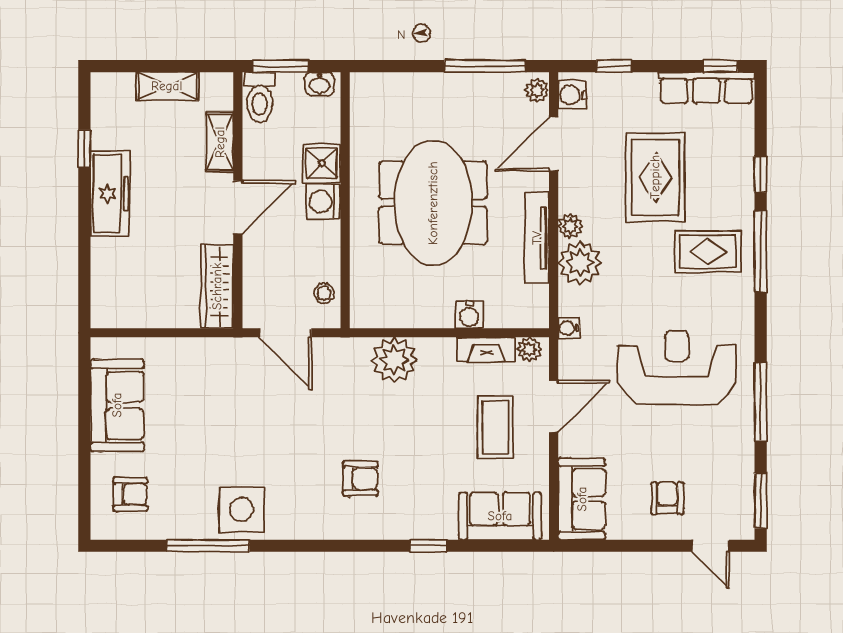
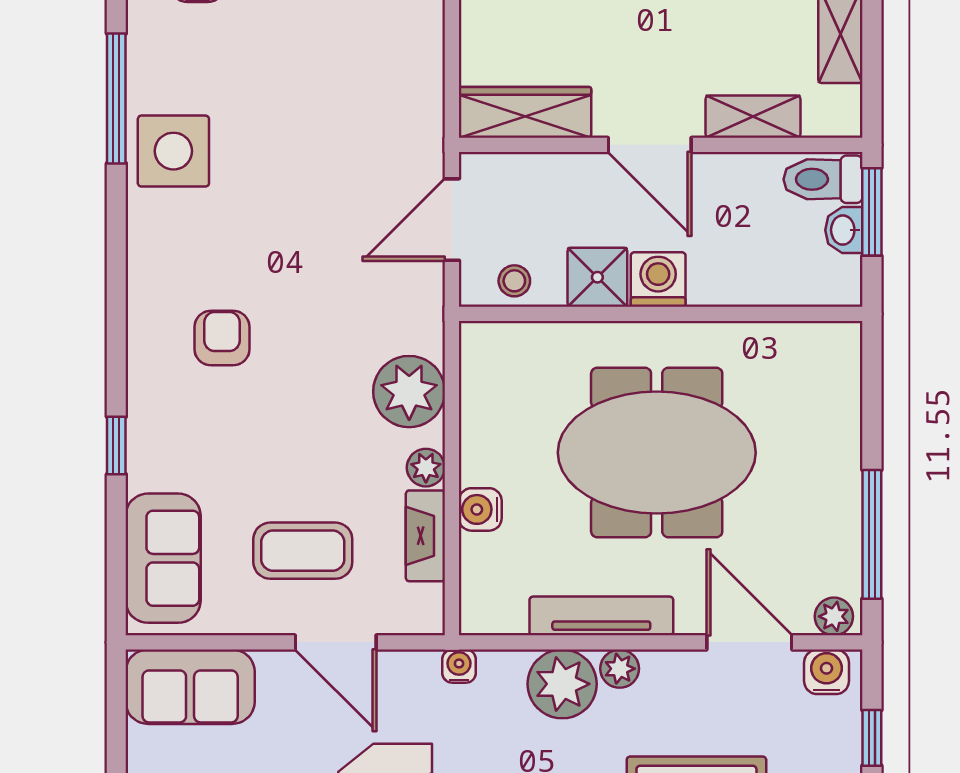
washbasin: (319, 84) -> (844, 230), moved
shower: (322, 163) -> (597, 277), moved
plant: (529, 349) -> (426, 468), moved
armchair: (360, 479) -> (222, 338), turned 180

